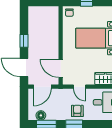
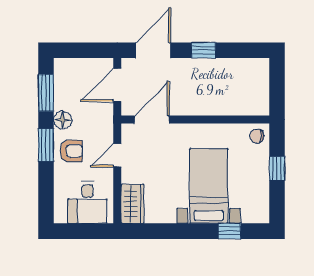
door: (42, 87) -> (117, 85), hinge flipped
floor lamp: (41, 115) -> (63, 120), moved

